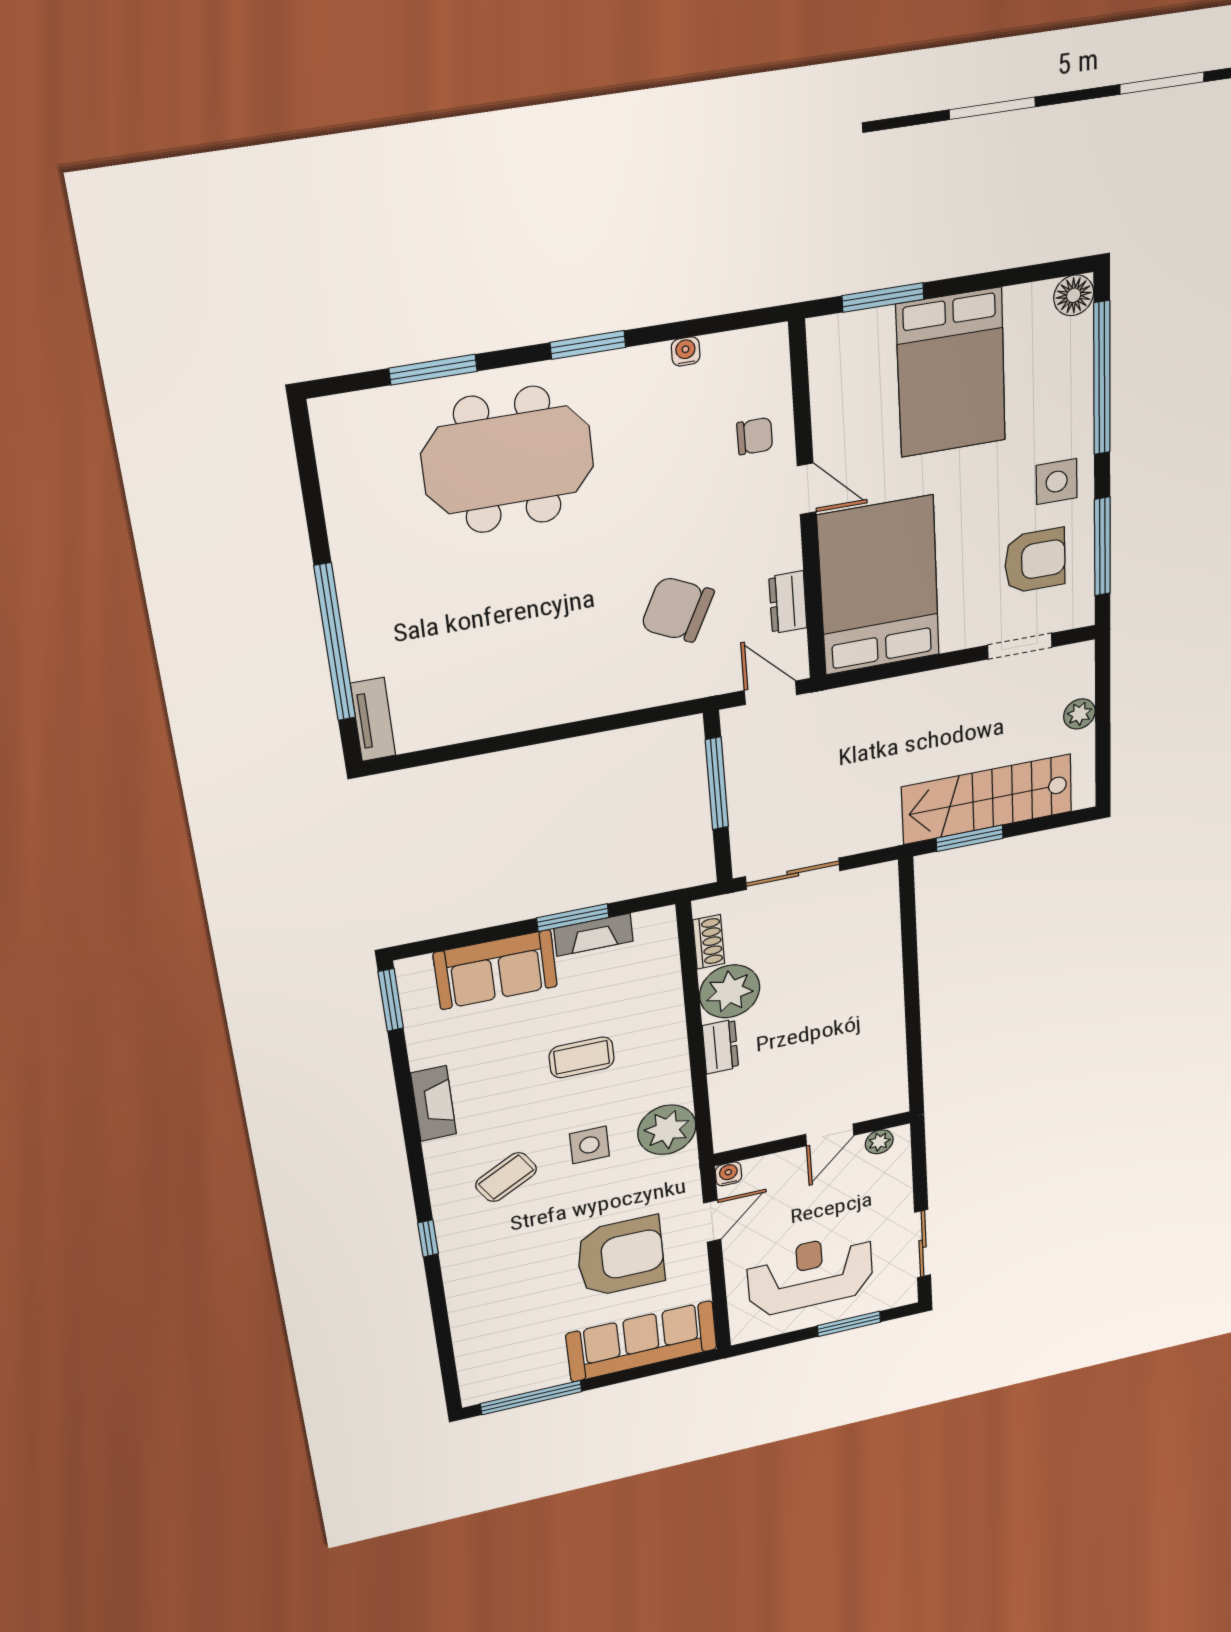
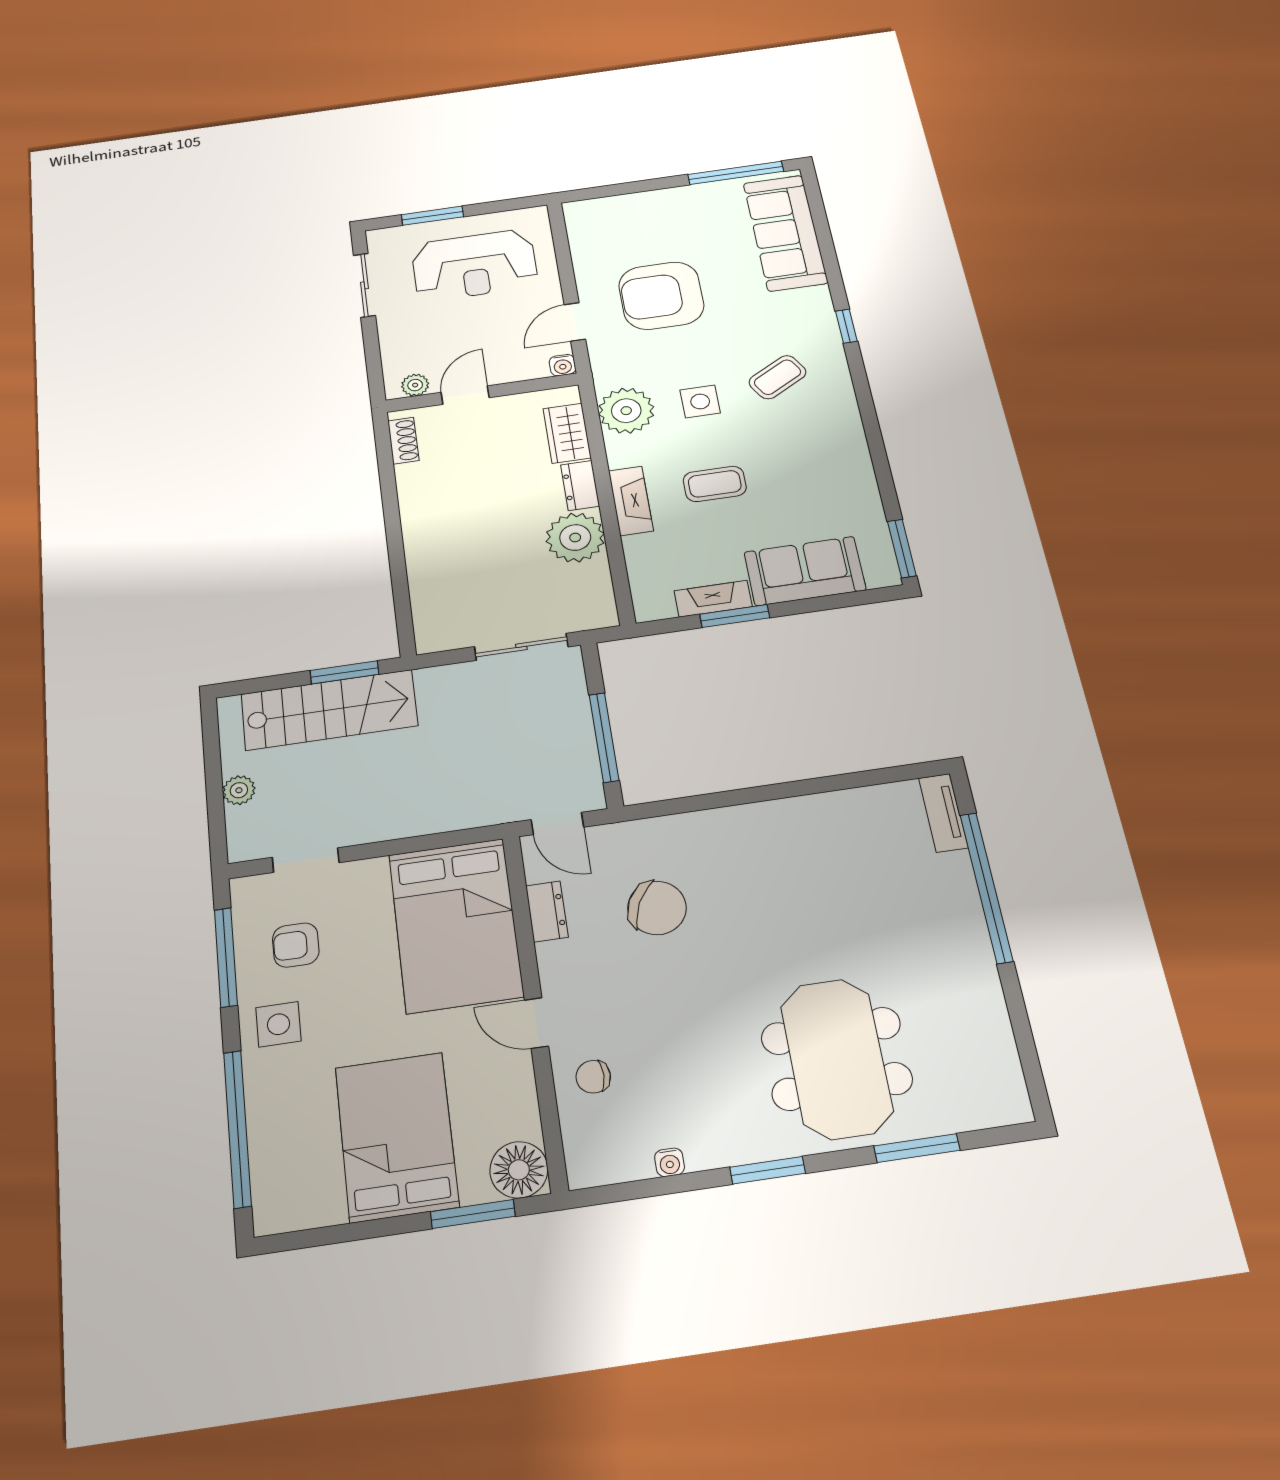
floor lamp: (1074, 295) -> (519, 1170), moved, width x1.38, depth x1.38
meeting table: (508, 460) -> (836, 1058), turned 90
armchair: (1035, 561) -> (296, 945), width x0.72, depth x0.72
shoe rack: (709, 942) -> (403, 441), moved, turned 180
wardrobe: (729, 1101) -> (567, 433), added
fireplace: (434, 1104) -> (631, 501), moved, turned 180
sofa: (642, 1341) -> (785, 233), moved, turned 90

